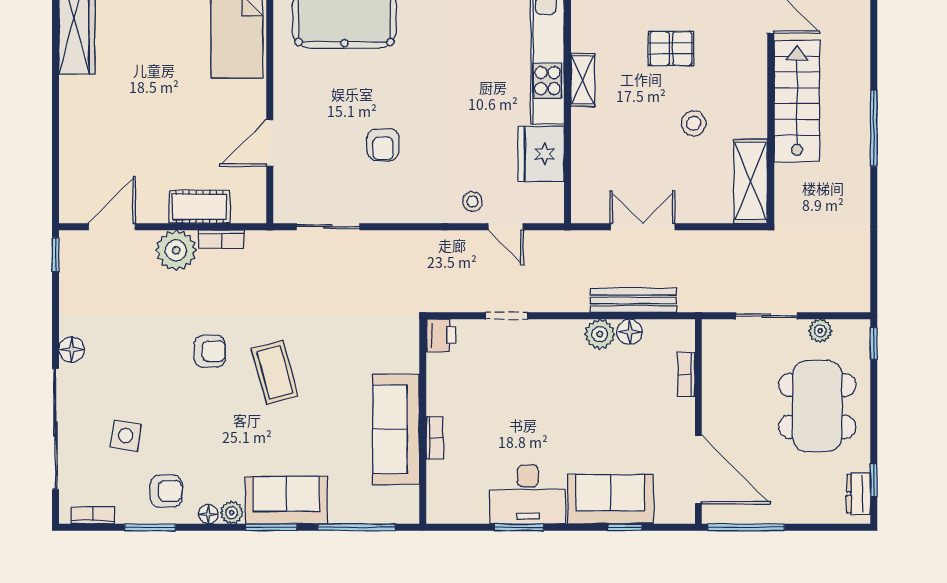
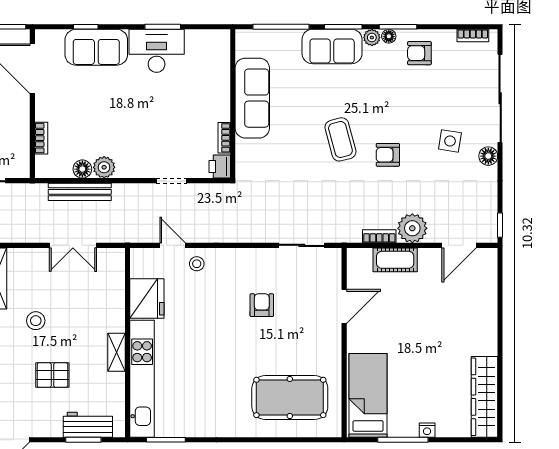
side table: (126, 436) -> (450, 141), moved
bookcase: (435, 438) -> (224, 138), moved
window: (150, 527) -> (398, 27), moved

